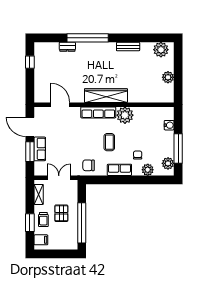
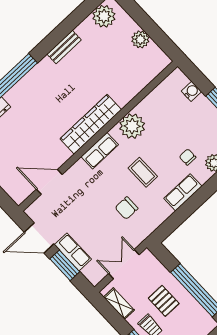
row of seats: (98, 112) -> (100, 151), width x0.68
chair: (89, 165) -> (126, 208), moved

